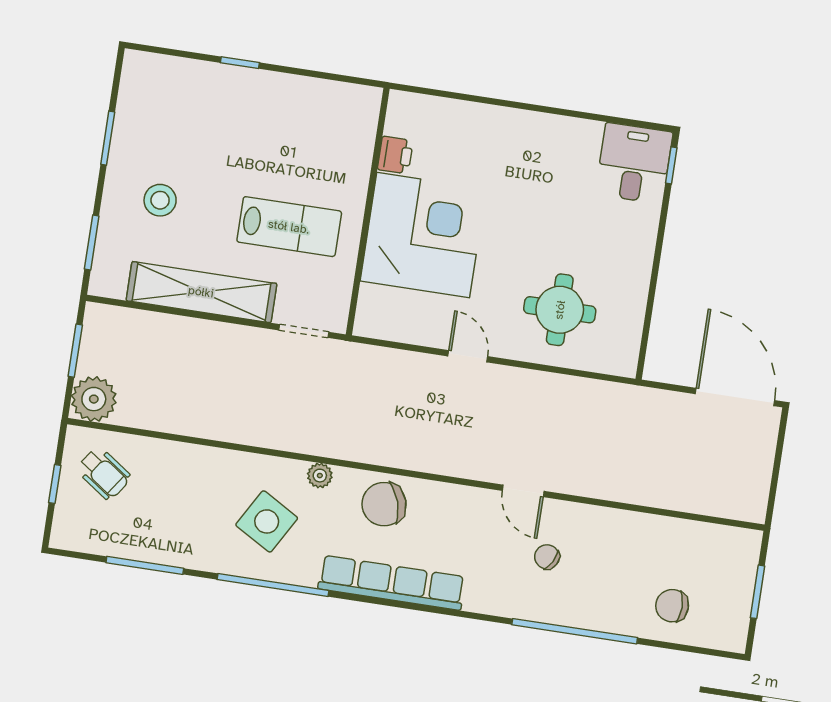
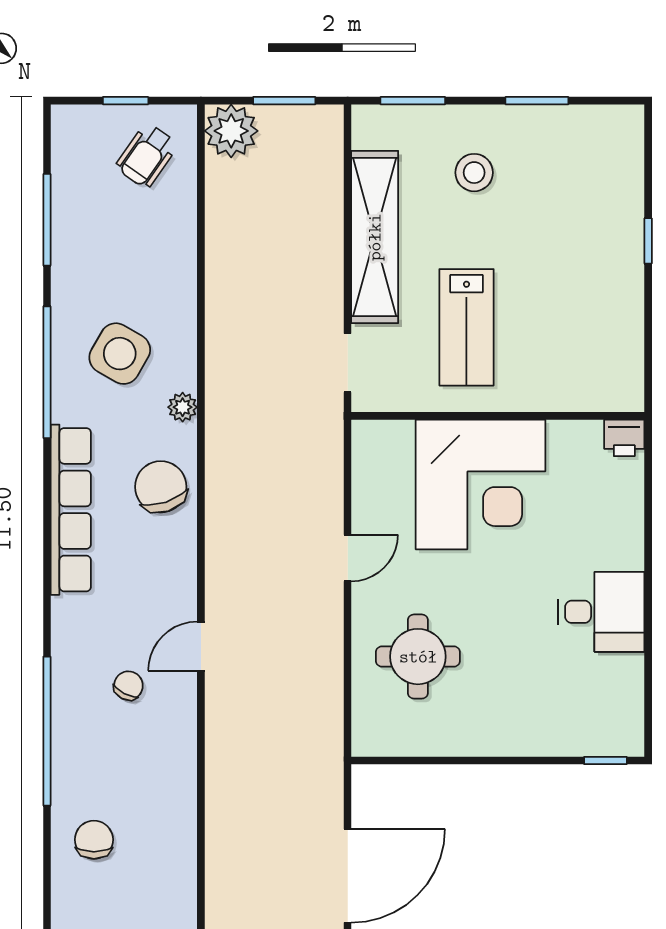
printer: (395, 155) -> (624, 438), moved
desk: (634, 163) -> (601, 612), moved

